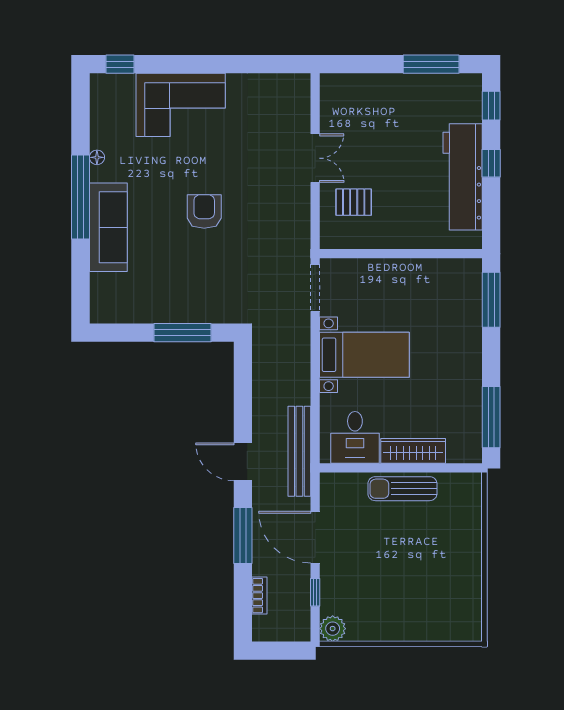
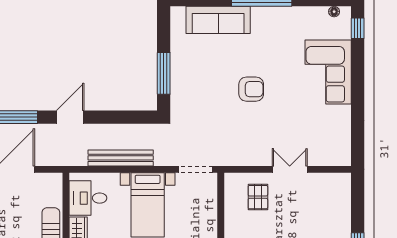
floor lamp: (97, 157) -> (334, 12), moved
double door: (315, 158) -> (290, 169), swing flipped
sofa: (108, 227) -> (218, 20), moved
bench: (299, 451) -> (121, 158), moved

